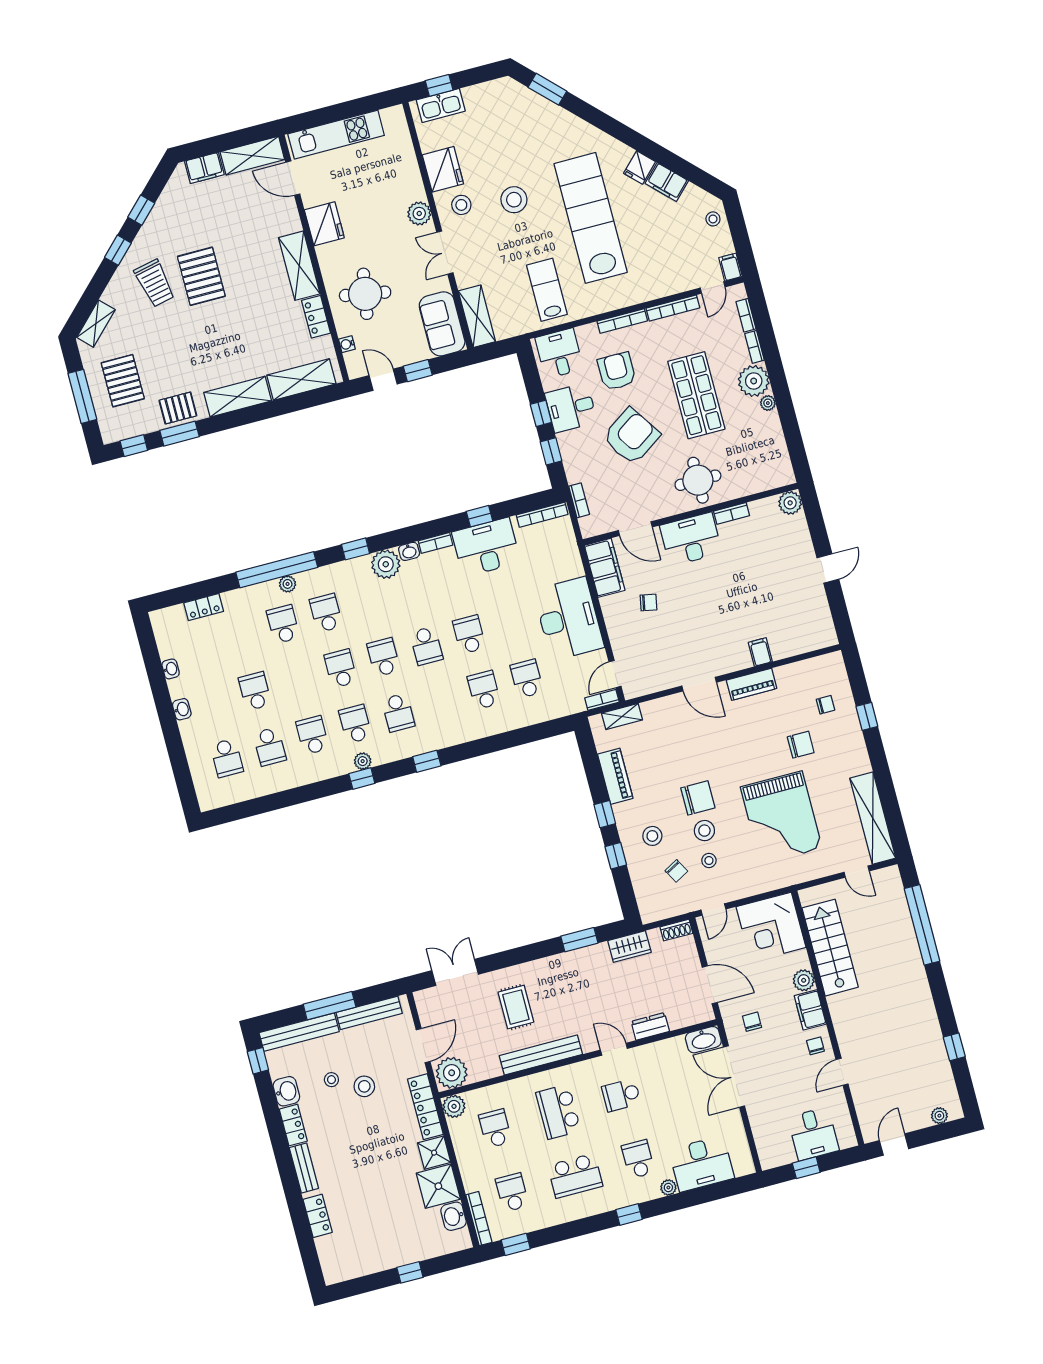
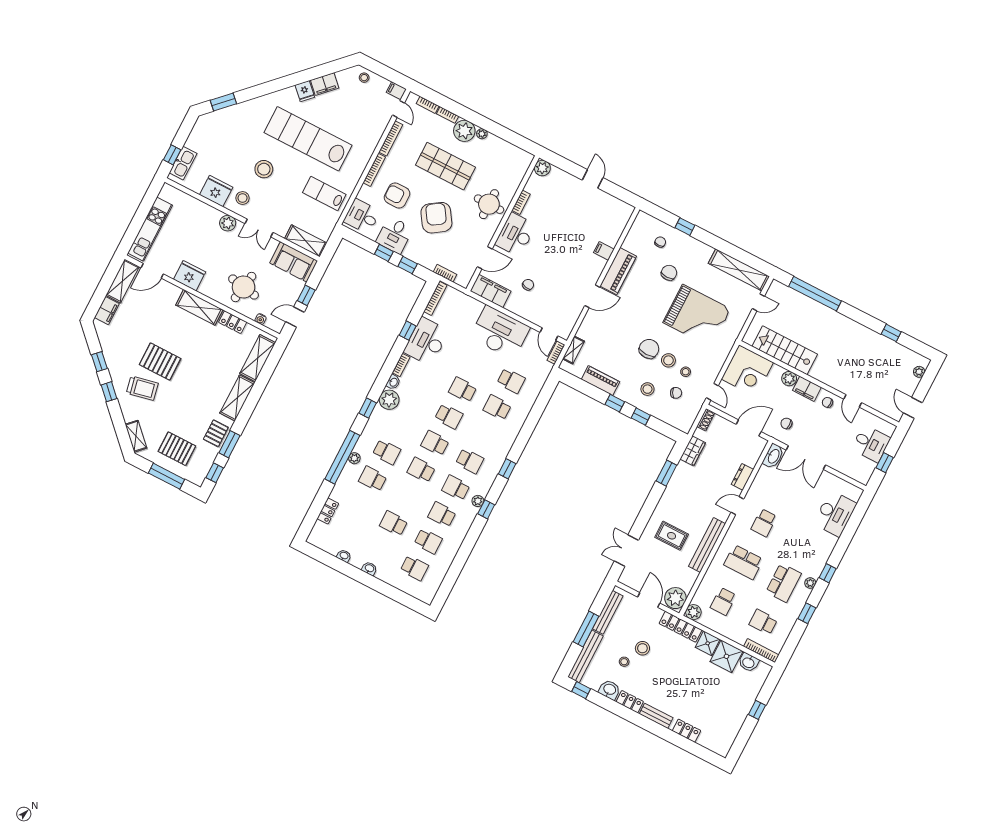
school desk: (326, 613) -> (387, 452), turned 180
school desk: (527, 679) -> (511, 381), turned 180
piano: (752, 684) -> (618, 271), width x1.37, depth x1.33
school desk: (495, 1128) -> (723, 601), turned -90
school desk: (638, 1159) -> (804, 543), removed
plant: (668, 1188) -> (810, 583), moved
window: (516, 1244) -> (807, 613), moved

